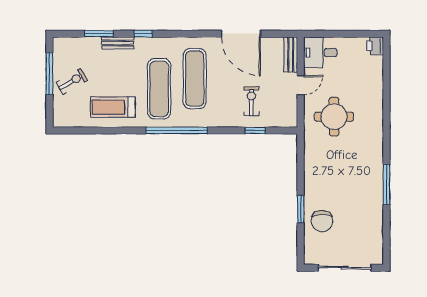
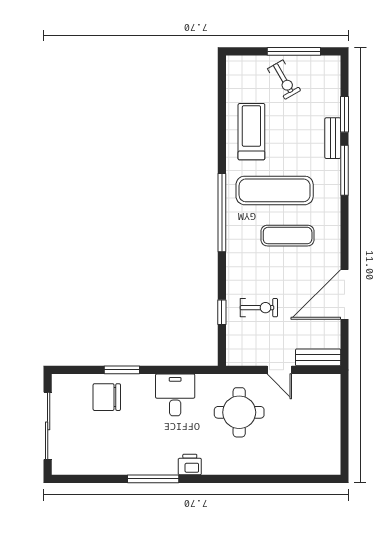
window: (143, 34) -> (345, 170), width x2.17
printer: (375, 46) -> (190, 464), moved
desk: (320, 53) -> (175, 395), moved
exercise mat: (195, 79) -> (288, 236), width x0.73, depth x0.69

